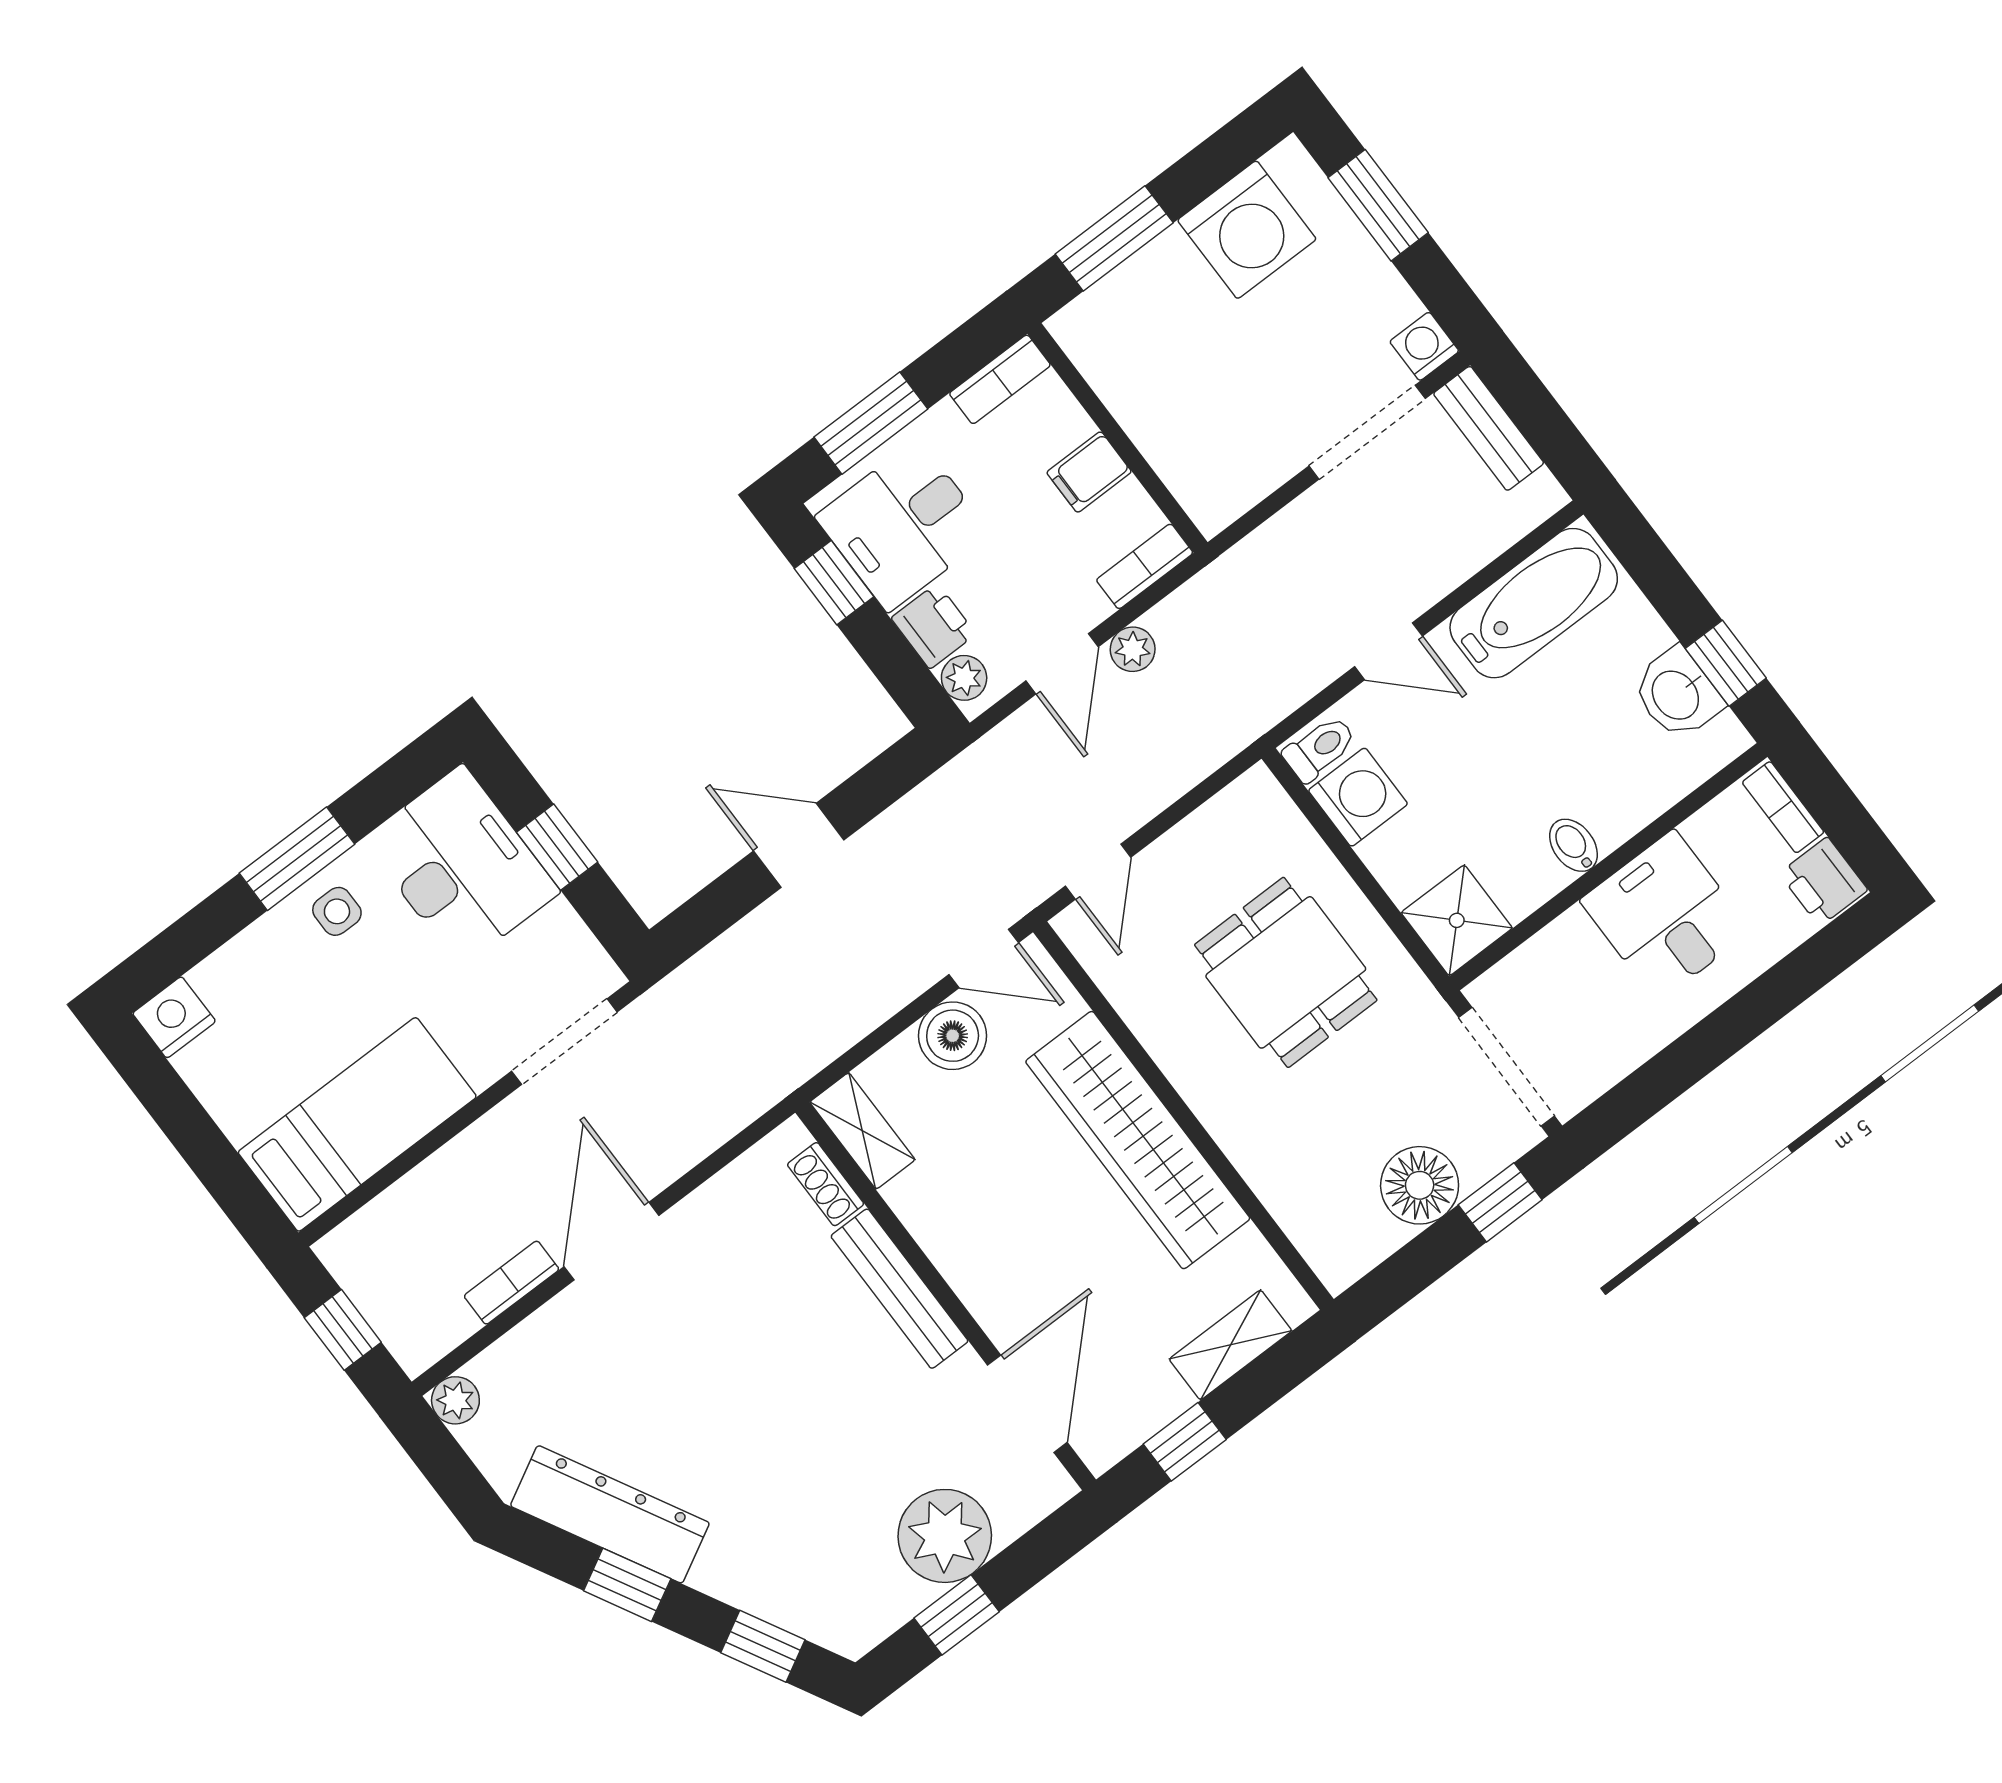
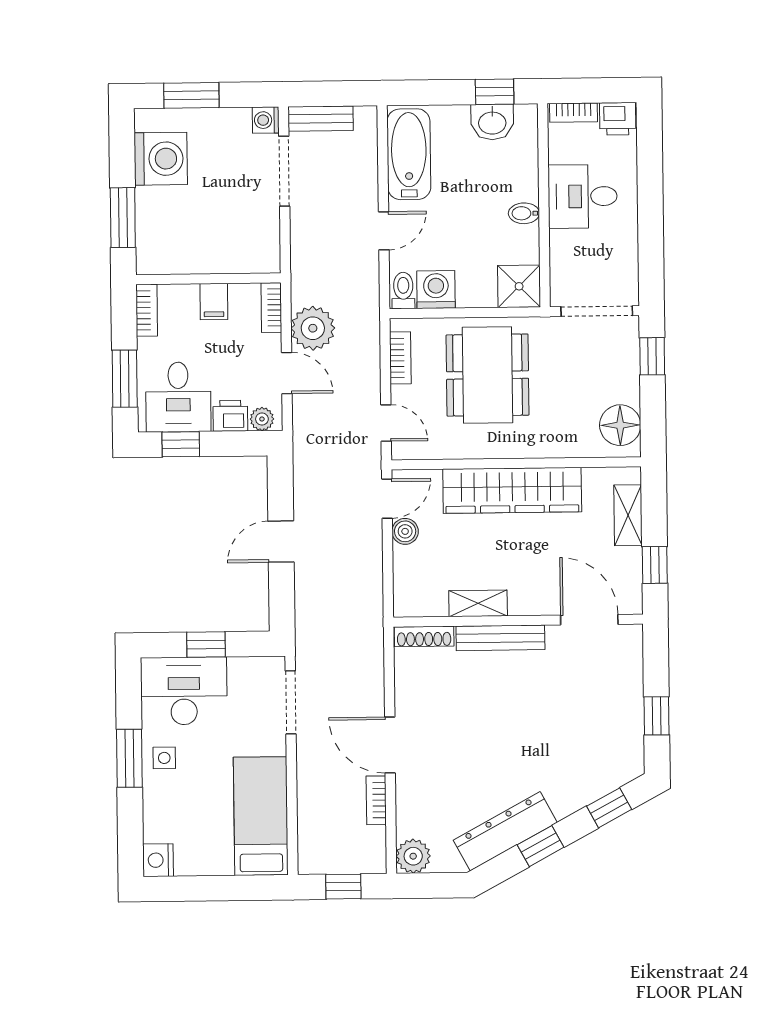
plant: (1133, 649) -> (313, 328), width x1.88, depth x1.88
bookcase: (1213, 820) -> (400, 358), added
dining table: (1286, 972) -> (488, 375), width x1.38
boiler: (953, 1036) -> (405, 531), width x0.73, depth x0.73
shelving: (862, 1131) -> (478, 603), moved
shoe rack: (826, 1184) -> (424, 636), width x1.43
floor lamp: (1420, 1185) -> (620, 425), moved
plant: (455, 1400) -> (413, 856), width x1.38, depth x1.38
plant: (945, 1536) -> (619, 696), removed

